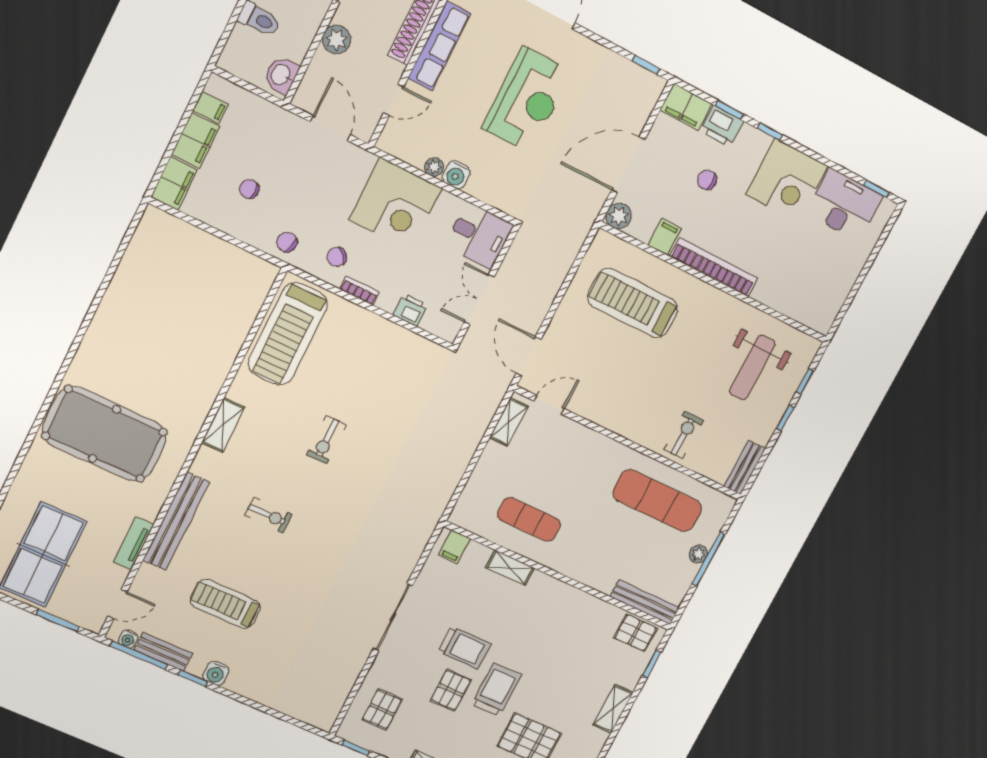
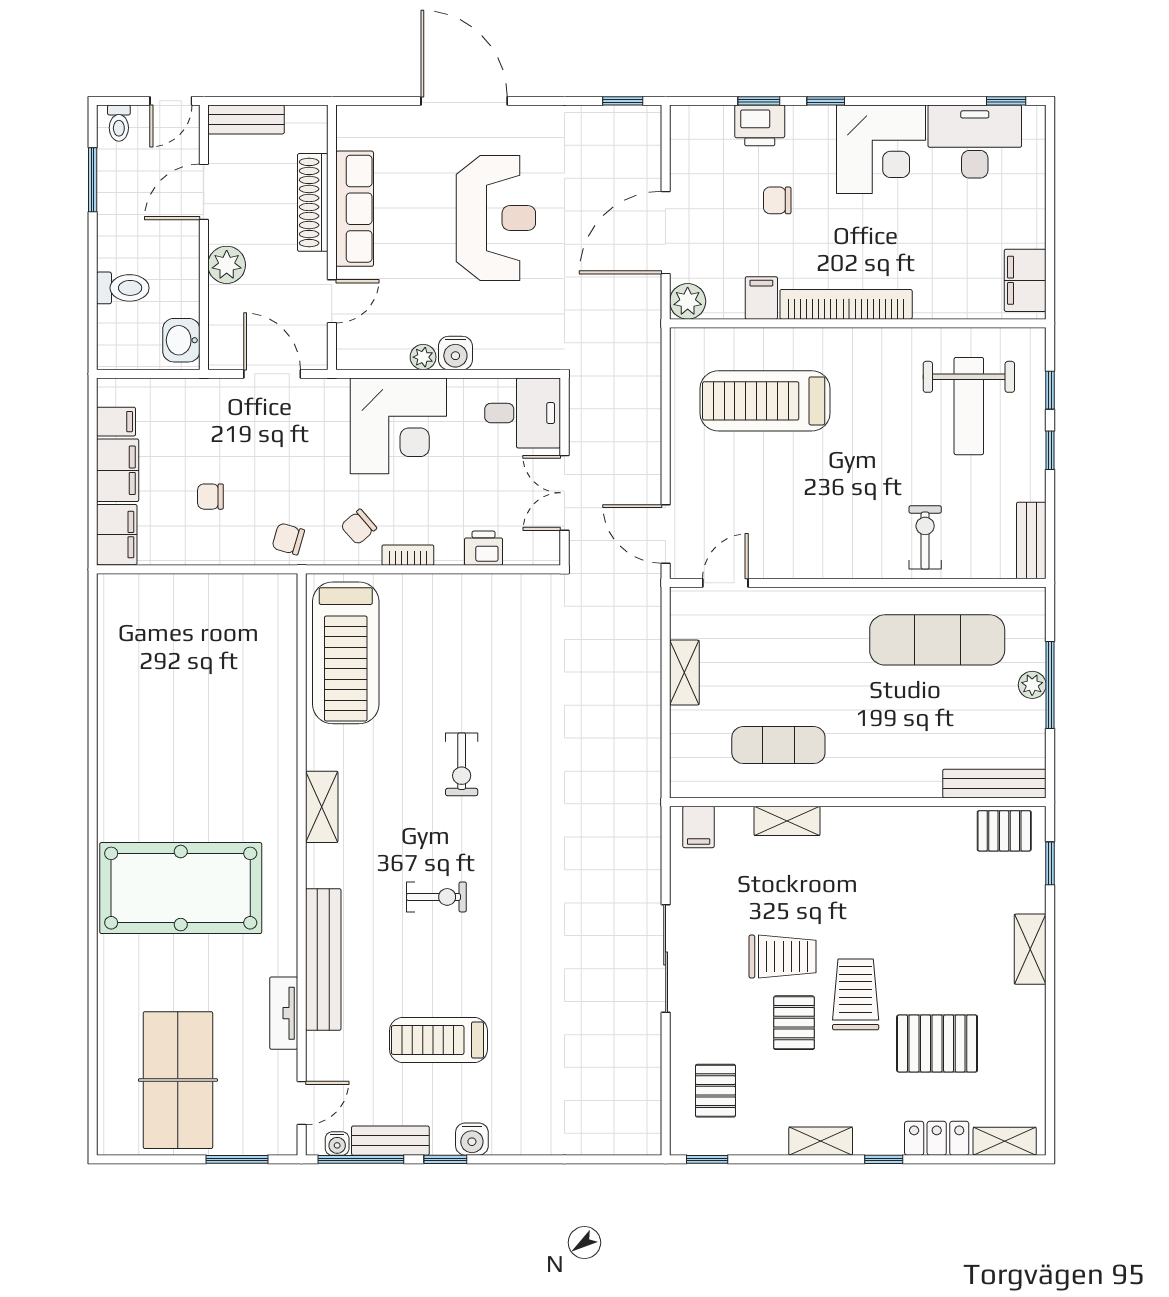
filing cabinet: (686, 107) -> (1025, 280), moved, turned 90
shelving: (509, 422) -> (684, 673), moved

